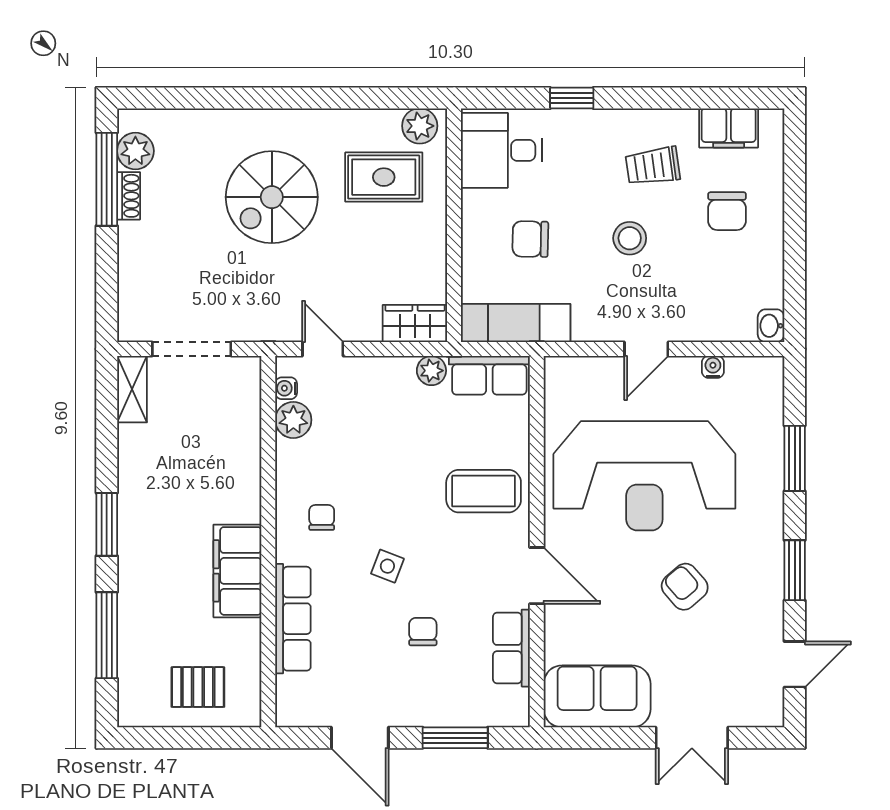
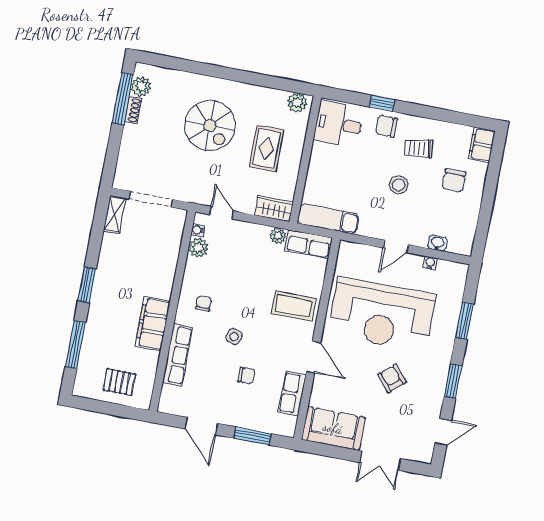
filing cabinet: (729, 128) -> (482, 145), moved, turned 90
rug: (384, 177) -> (266, 148), moved, turned 90
spiral stairs: (272, 197) -> (210, 126), turned -90
chair: (530, 239) -> (386, 126), moved
washbasin: (771, 326) -> (437, 243), moved, turned 90
chair: (423, 632) -> (246, 375), turned 90

